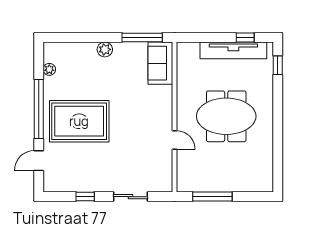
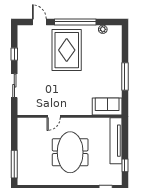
window: (142, 37) -> (125, 76), moved
plant: (105, 49) -> (117, 68), removed
tv unit: (233, 50) -> (116, 141), moved
window: (212, 197) -> (14, 164), moved

